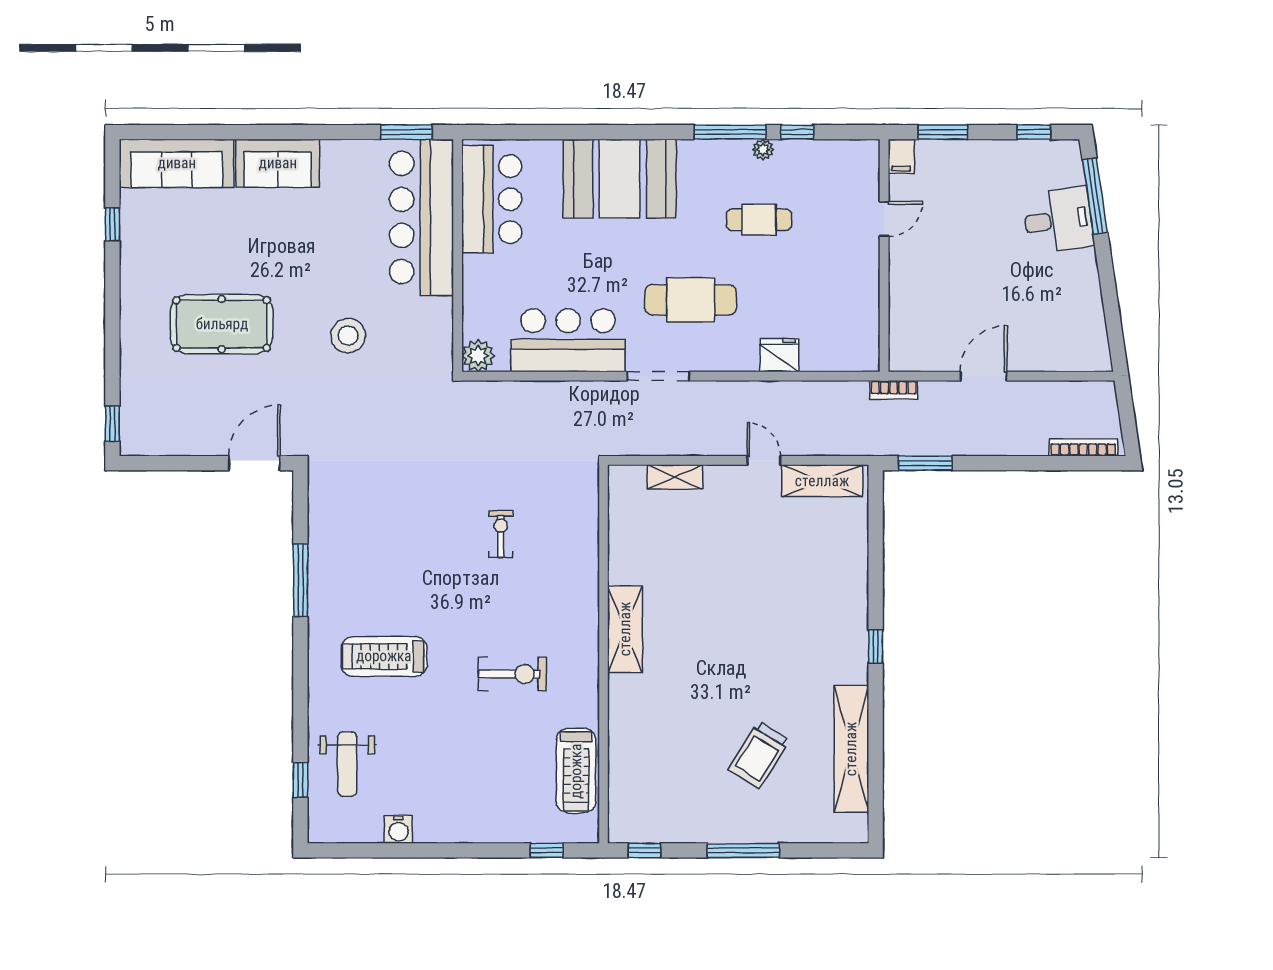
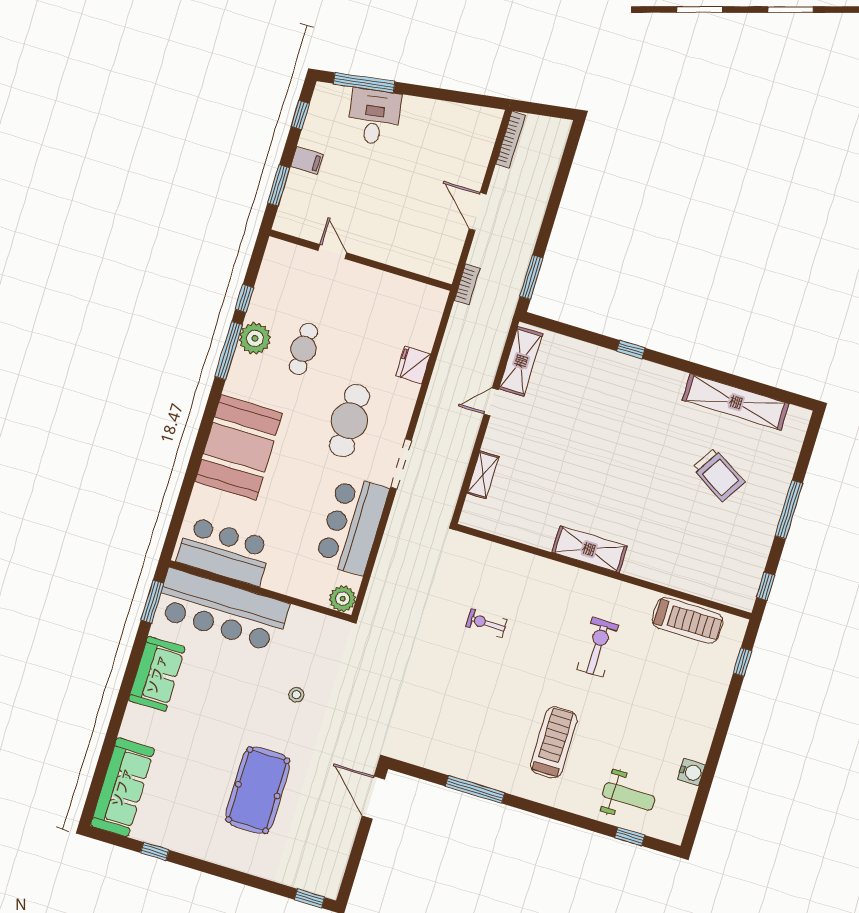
plant: (763, 150) -> (255, 338), width x1.88, depth x1.88
filing cabinet: (901, 156) -> (307, 161), moved
sofa: (278, 163) -> (157, 674), moved
stool: (348, 335) -> (296, 695), width x0.53, depth x0.53
bookcase: (1083, 447) -> (510, 140), moved, turned 180
window: (876, 647) -> (631, 349), moved
treadmill: (384, 656) -> (554, 742), turned 180

